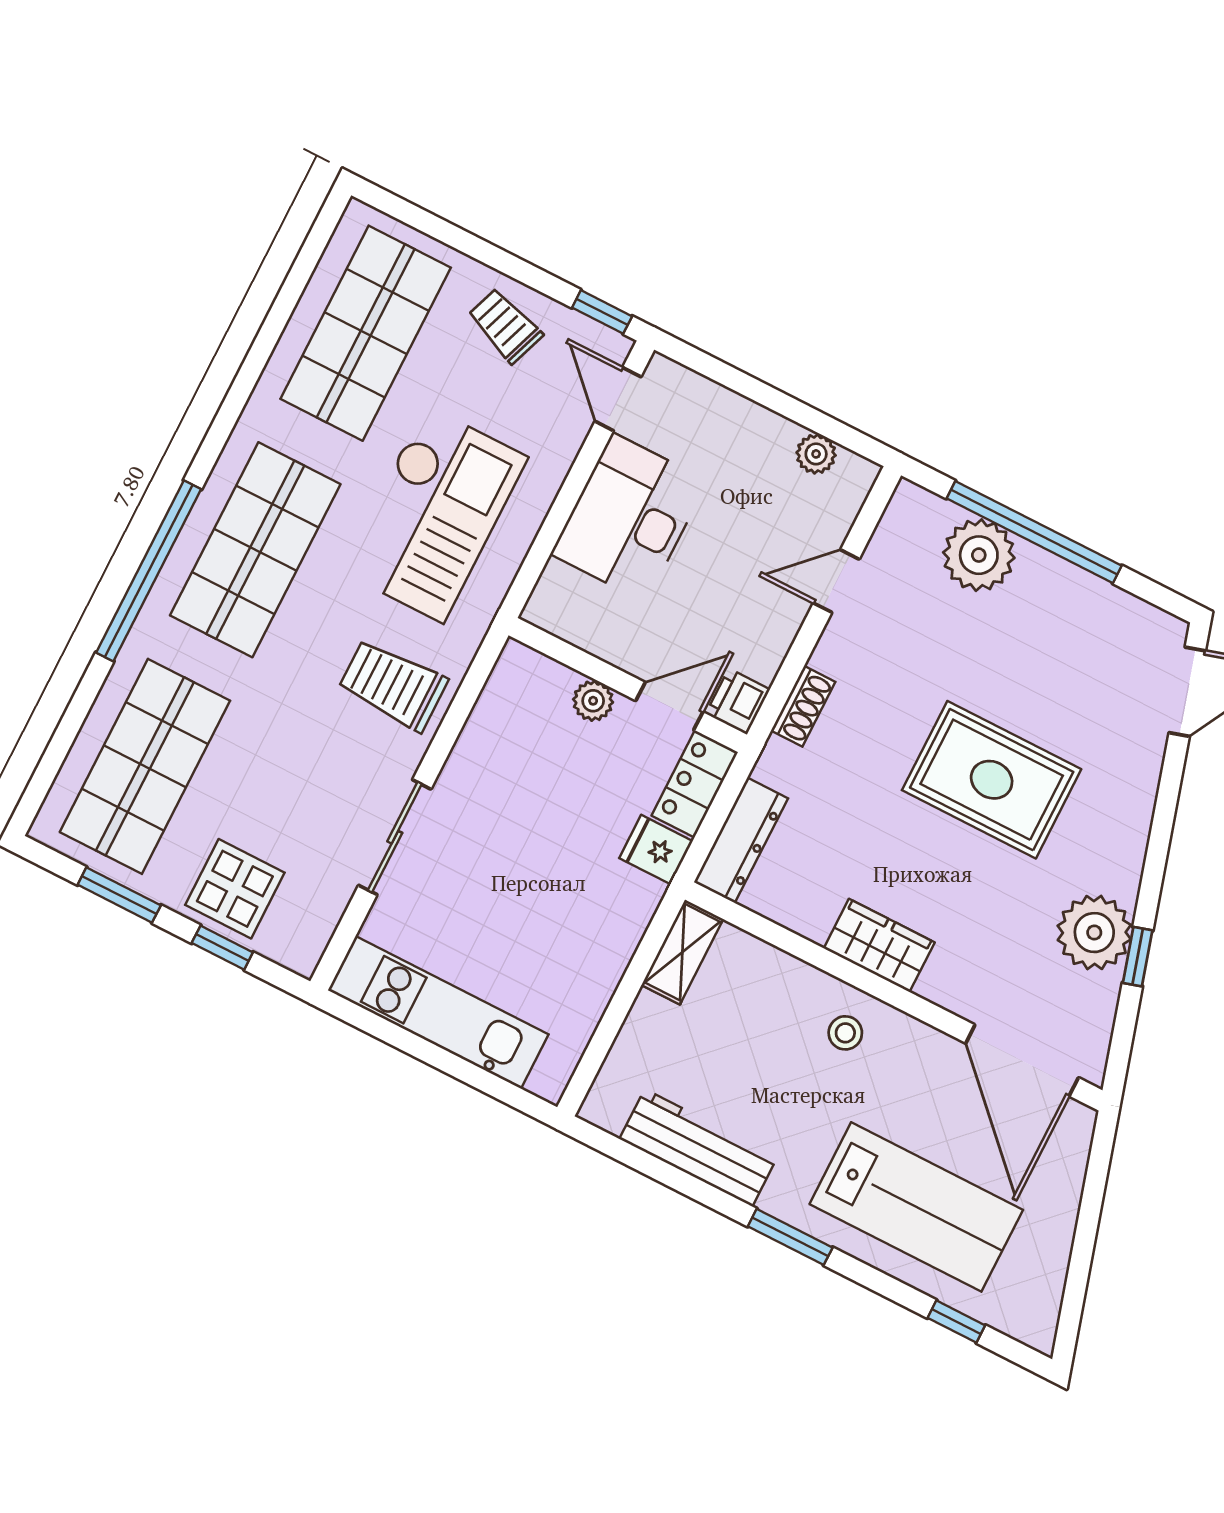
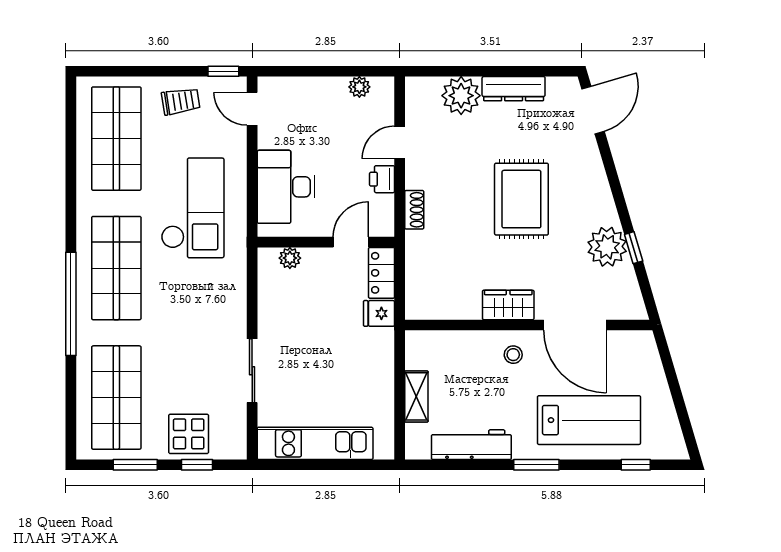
trolley: (505, 326) -> (181, 101), turned 151
desk: (629, 517) -> (286, 187), moved
window: (1034, 532) -> (482, 71), removed
trolley: (393, 685) -> (214, 299), removed
plant: (593, 701) -> (290, 258), moved
printer: (738, 702) -> (382, 179), moved
rug: (992, 780) -> (521, 199), turned 90
dresser: (741, 840) -> (514, 89), moved, turned 90
shelving: (682, 952) -> (416, 396), moved
door: (1022, 1060) -> (575, 325), moved

